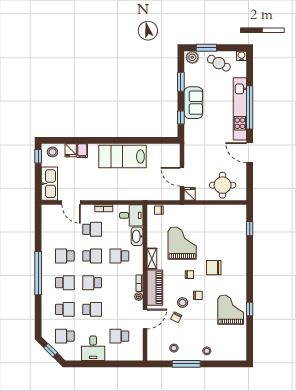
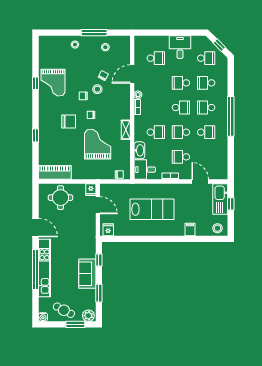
fridge: (71, 150) -> (108, 230), moved
window: (38, 156) -> (231, 204), moved
lab bench: (122, 157) -> (152, 209), moved
window: (250, 229) -> (35, 135), moved
grand piano: (182, 243) -> (98, 144), turned 180
piano: (155, 288) -> (55, 172), moved, turned 90

